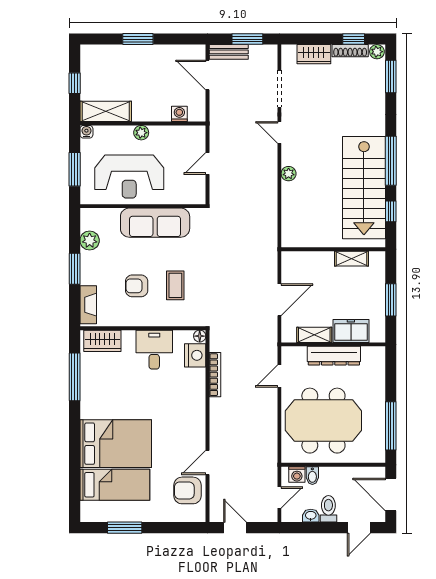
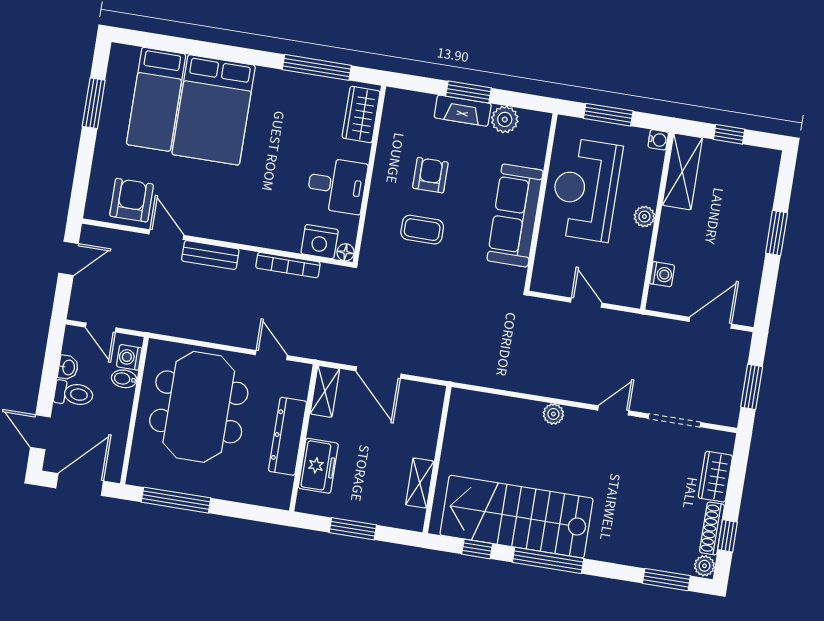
bench: (229, 52) -> (210, 255), moved, turned 90
fireplace: (88, 305) -> (463, 111), moved
shelving: (314, 335) -> (325, 391), moved

